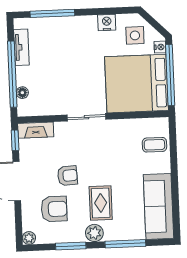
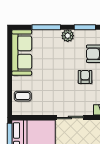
armchair: (67, 176) -> (85, 77), turned 93
rug: (101, 203) -> (62, 57), removed

